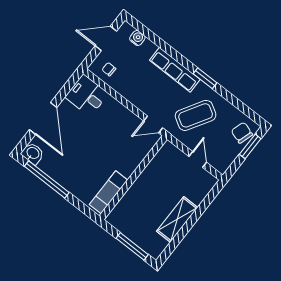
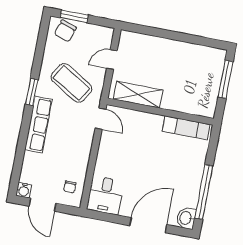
water cooler: (137, 38) -> (24, 190), moved, turned -90
shelving: (177, 219) -> (138, 95), moved

